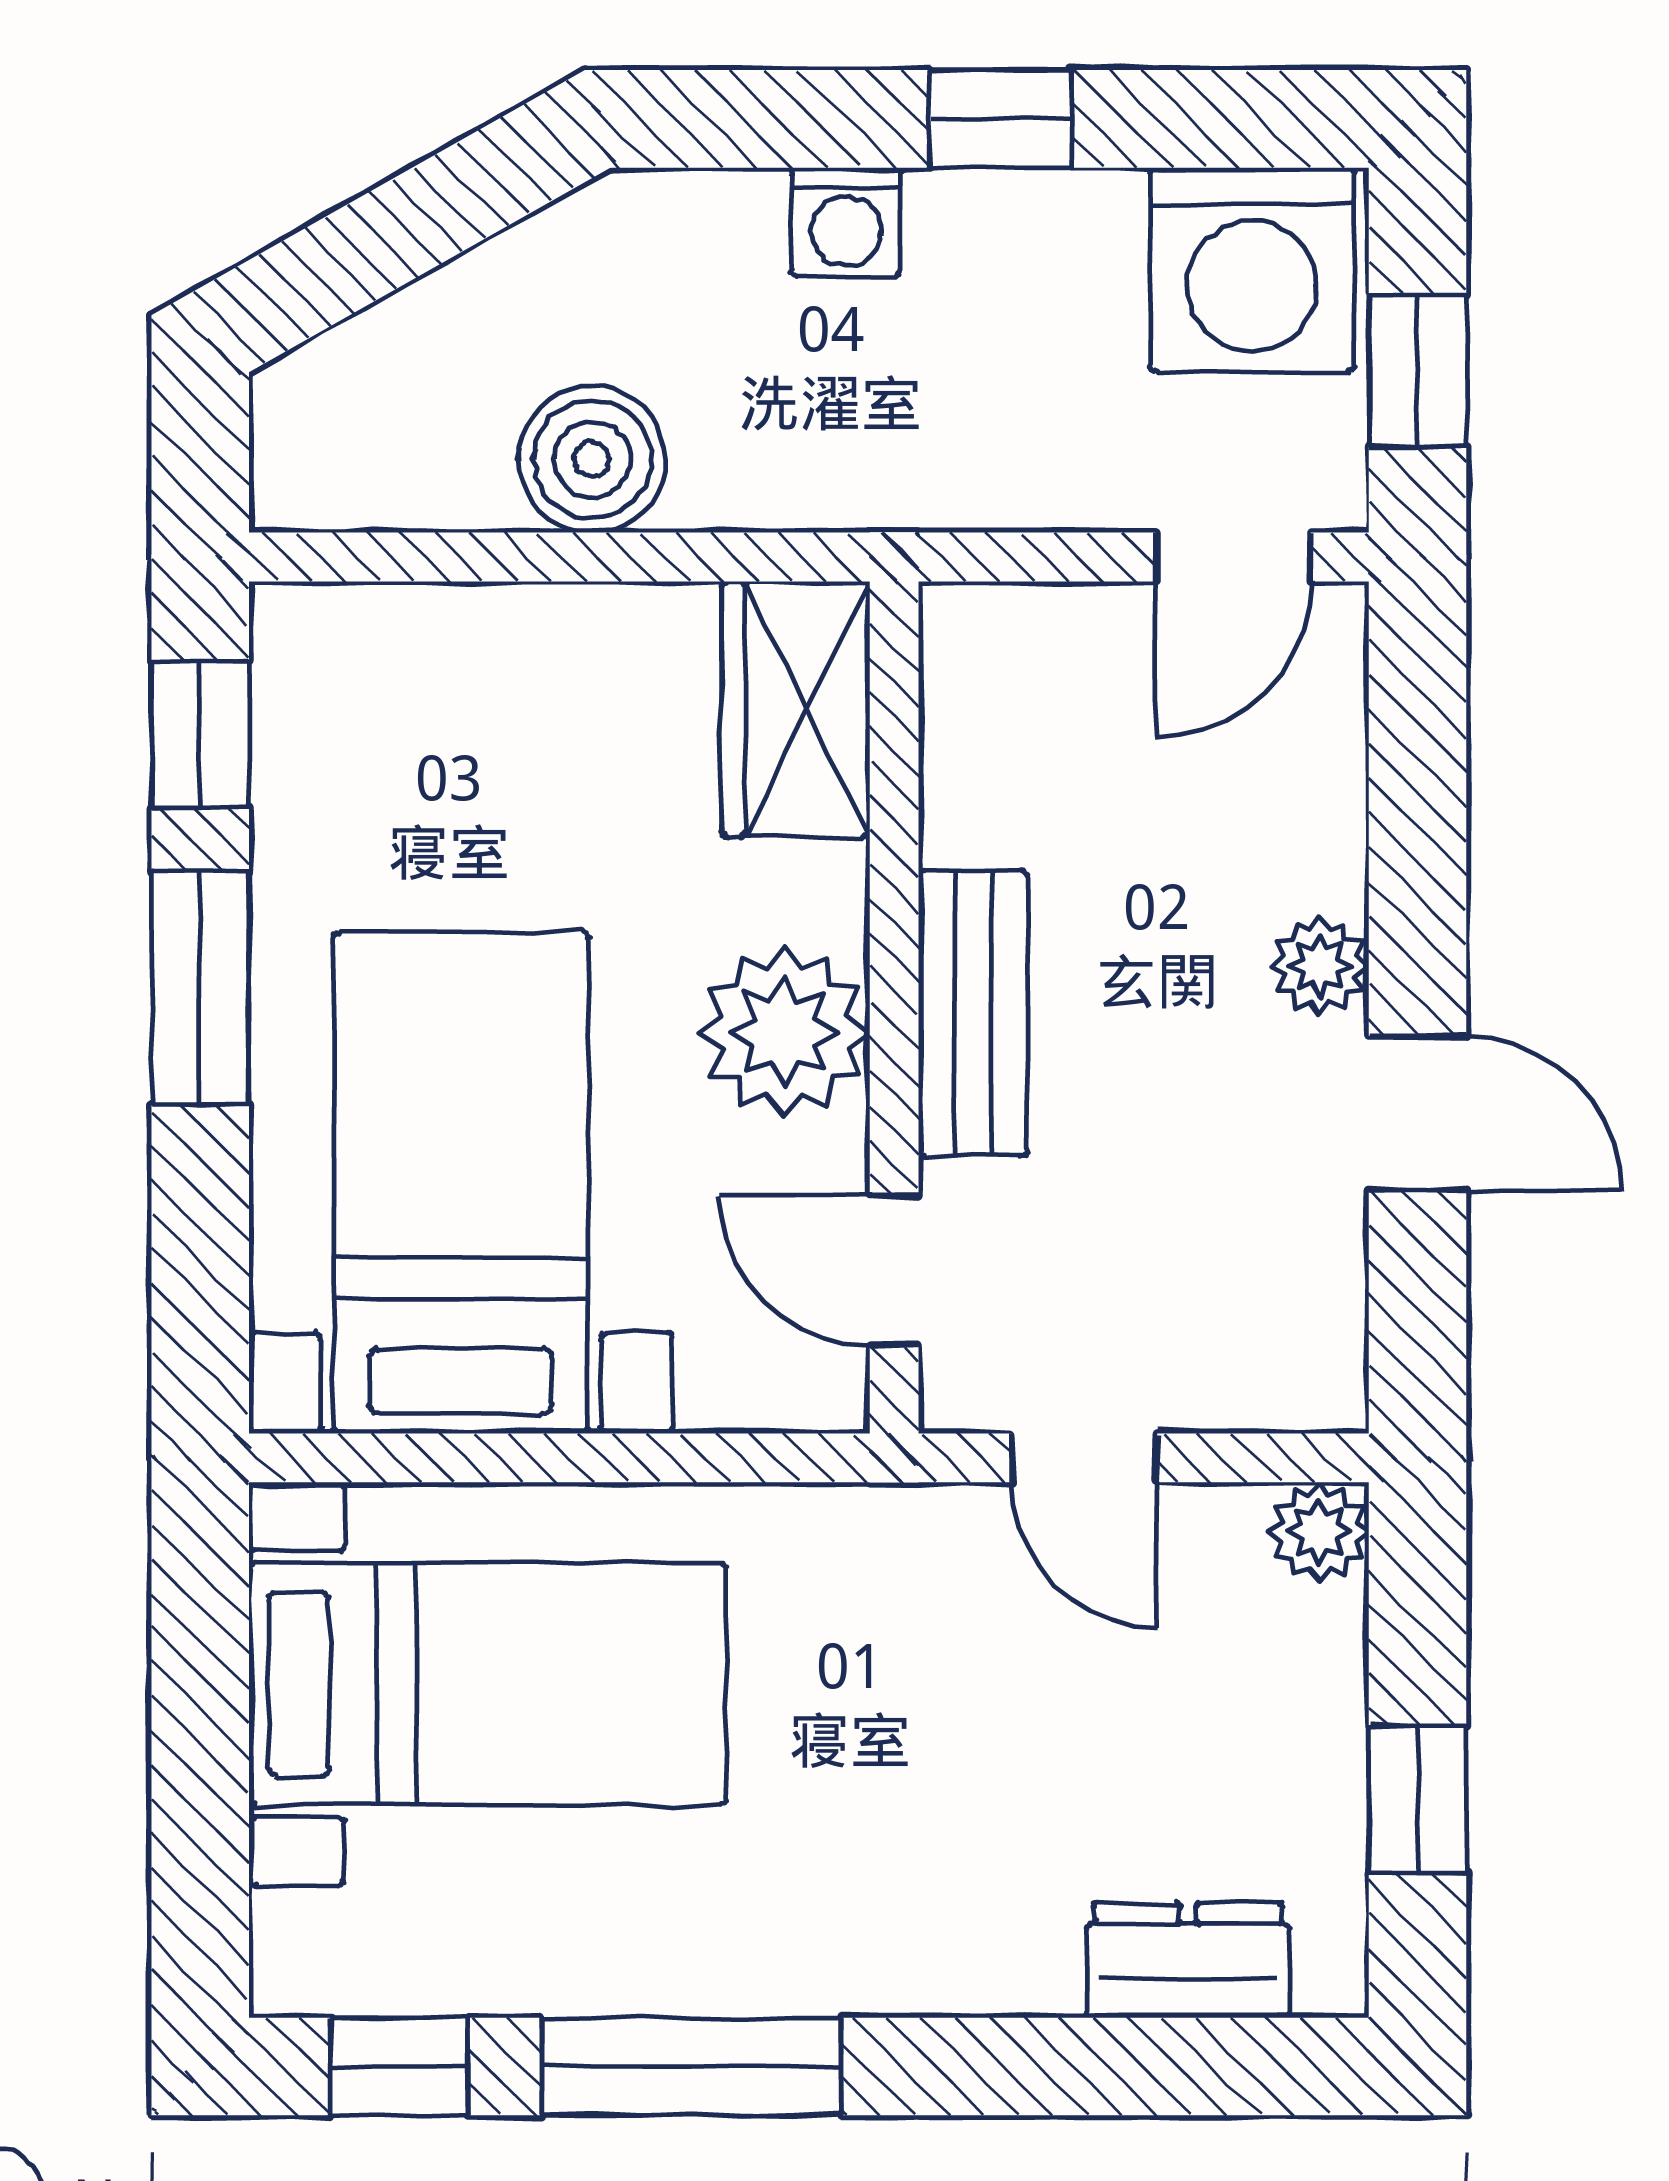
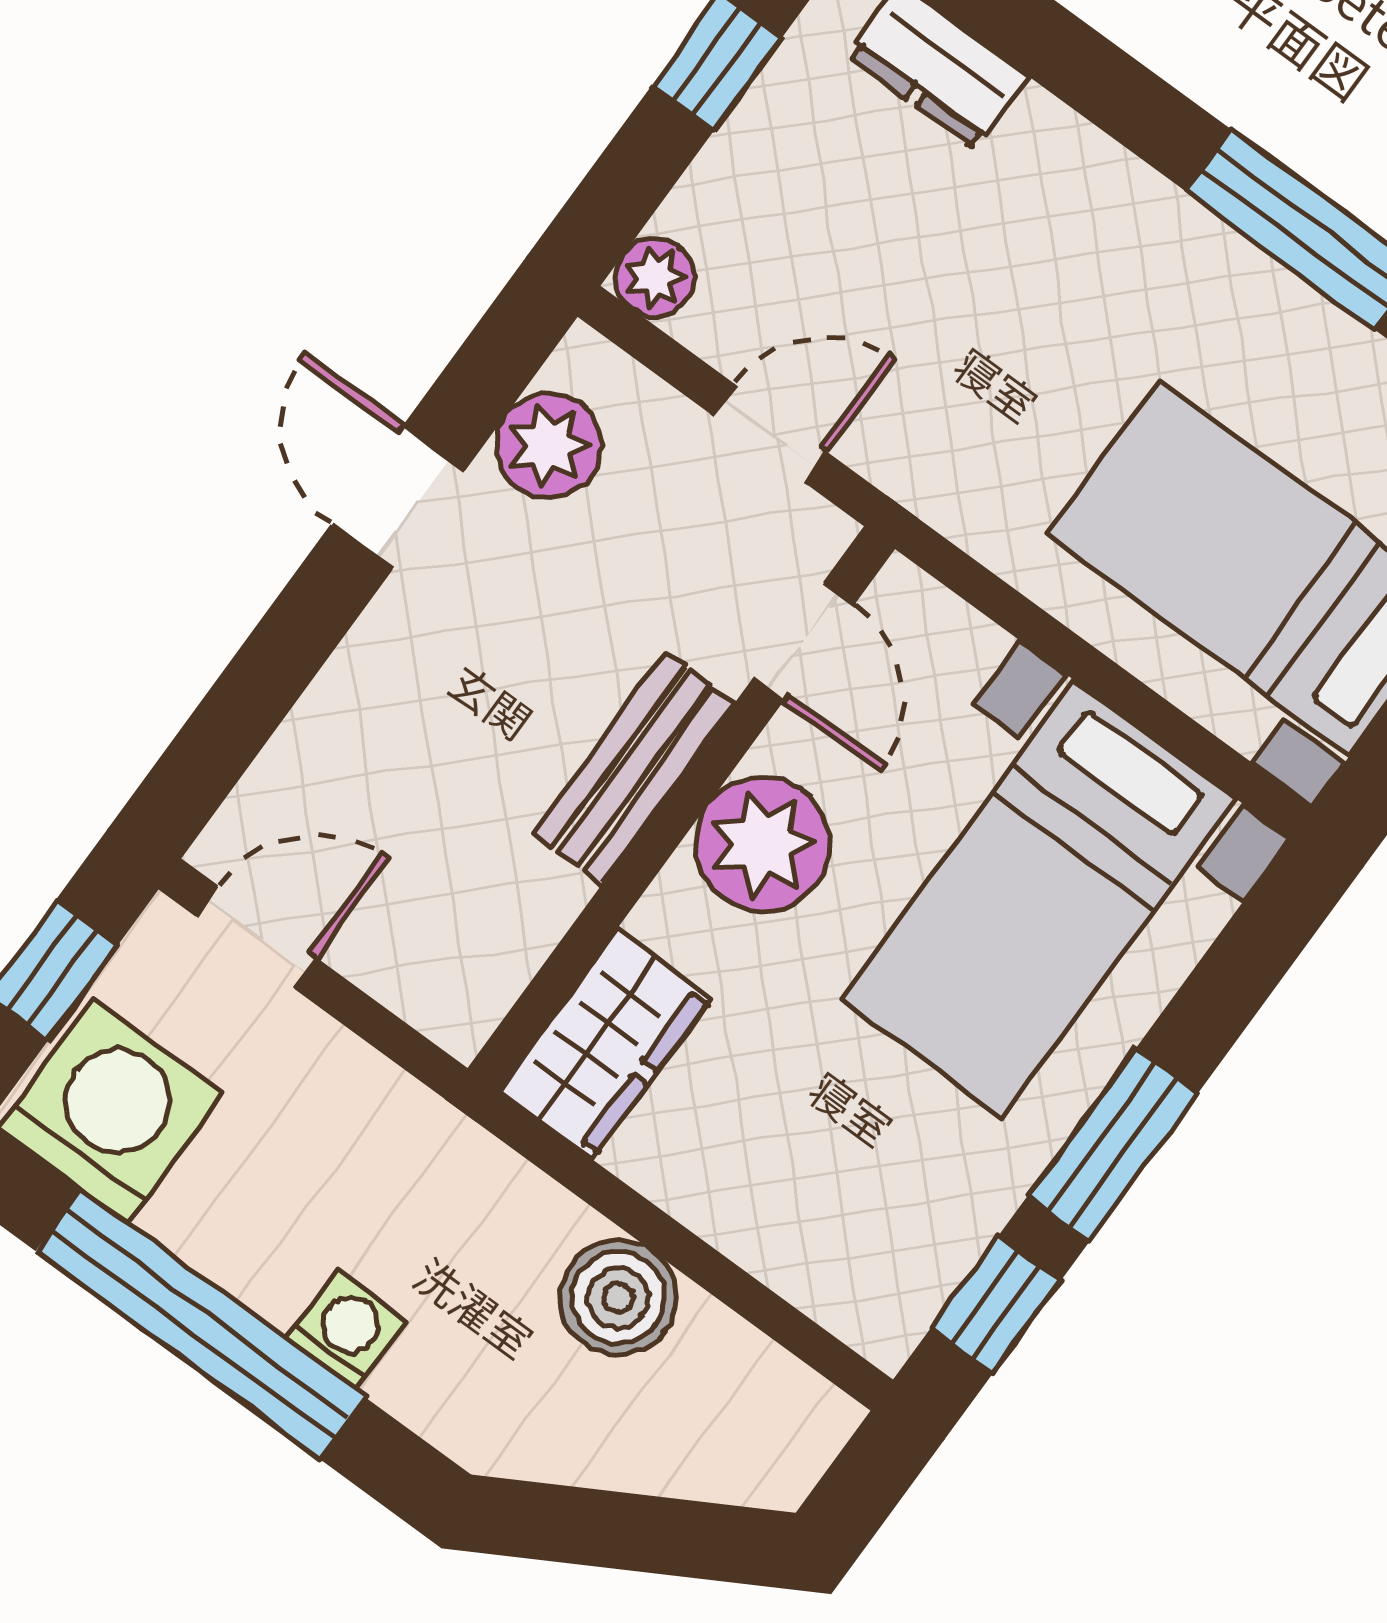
window: (1000, 119) -> (200, 1324), width x3.17
plant: (1320, 966) -> (549, 445), moved, width x1.38, depth x1.38
door: (1084, 1458) -> (770, 434), hinge flipped

